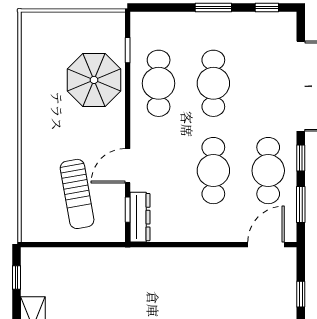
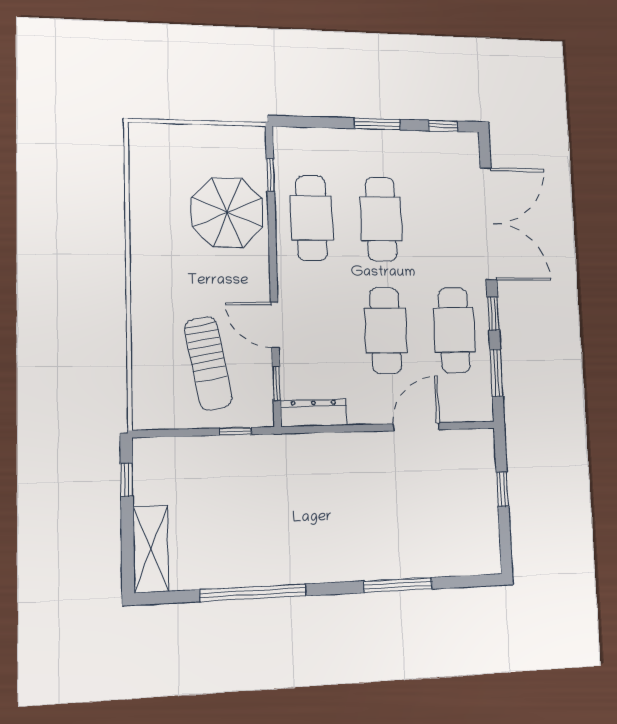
door: (128, 166) -> (275, 325), hinge flipped
dresser: (140, 217) -> (314, 413), moved, turned -90
window: (96, 245) -> (235, 431), added
door: (266, 245) -> (416, 427), moved

